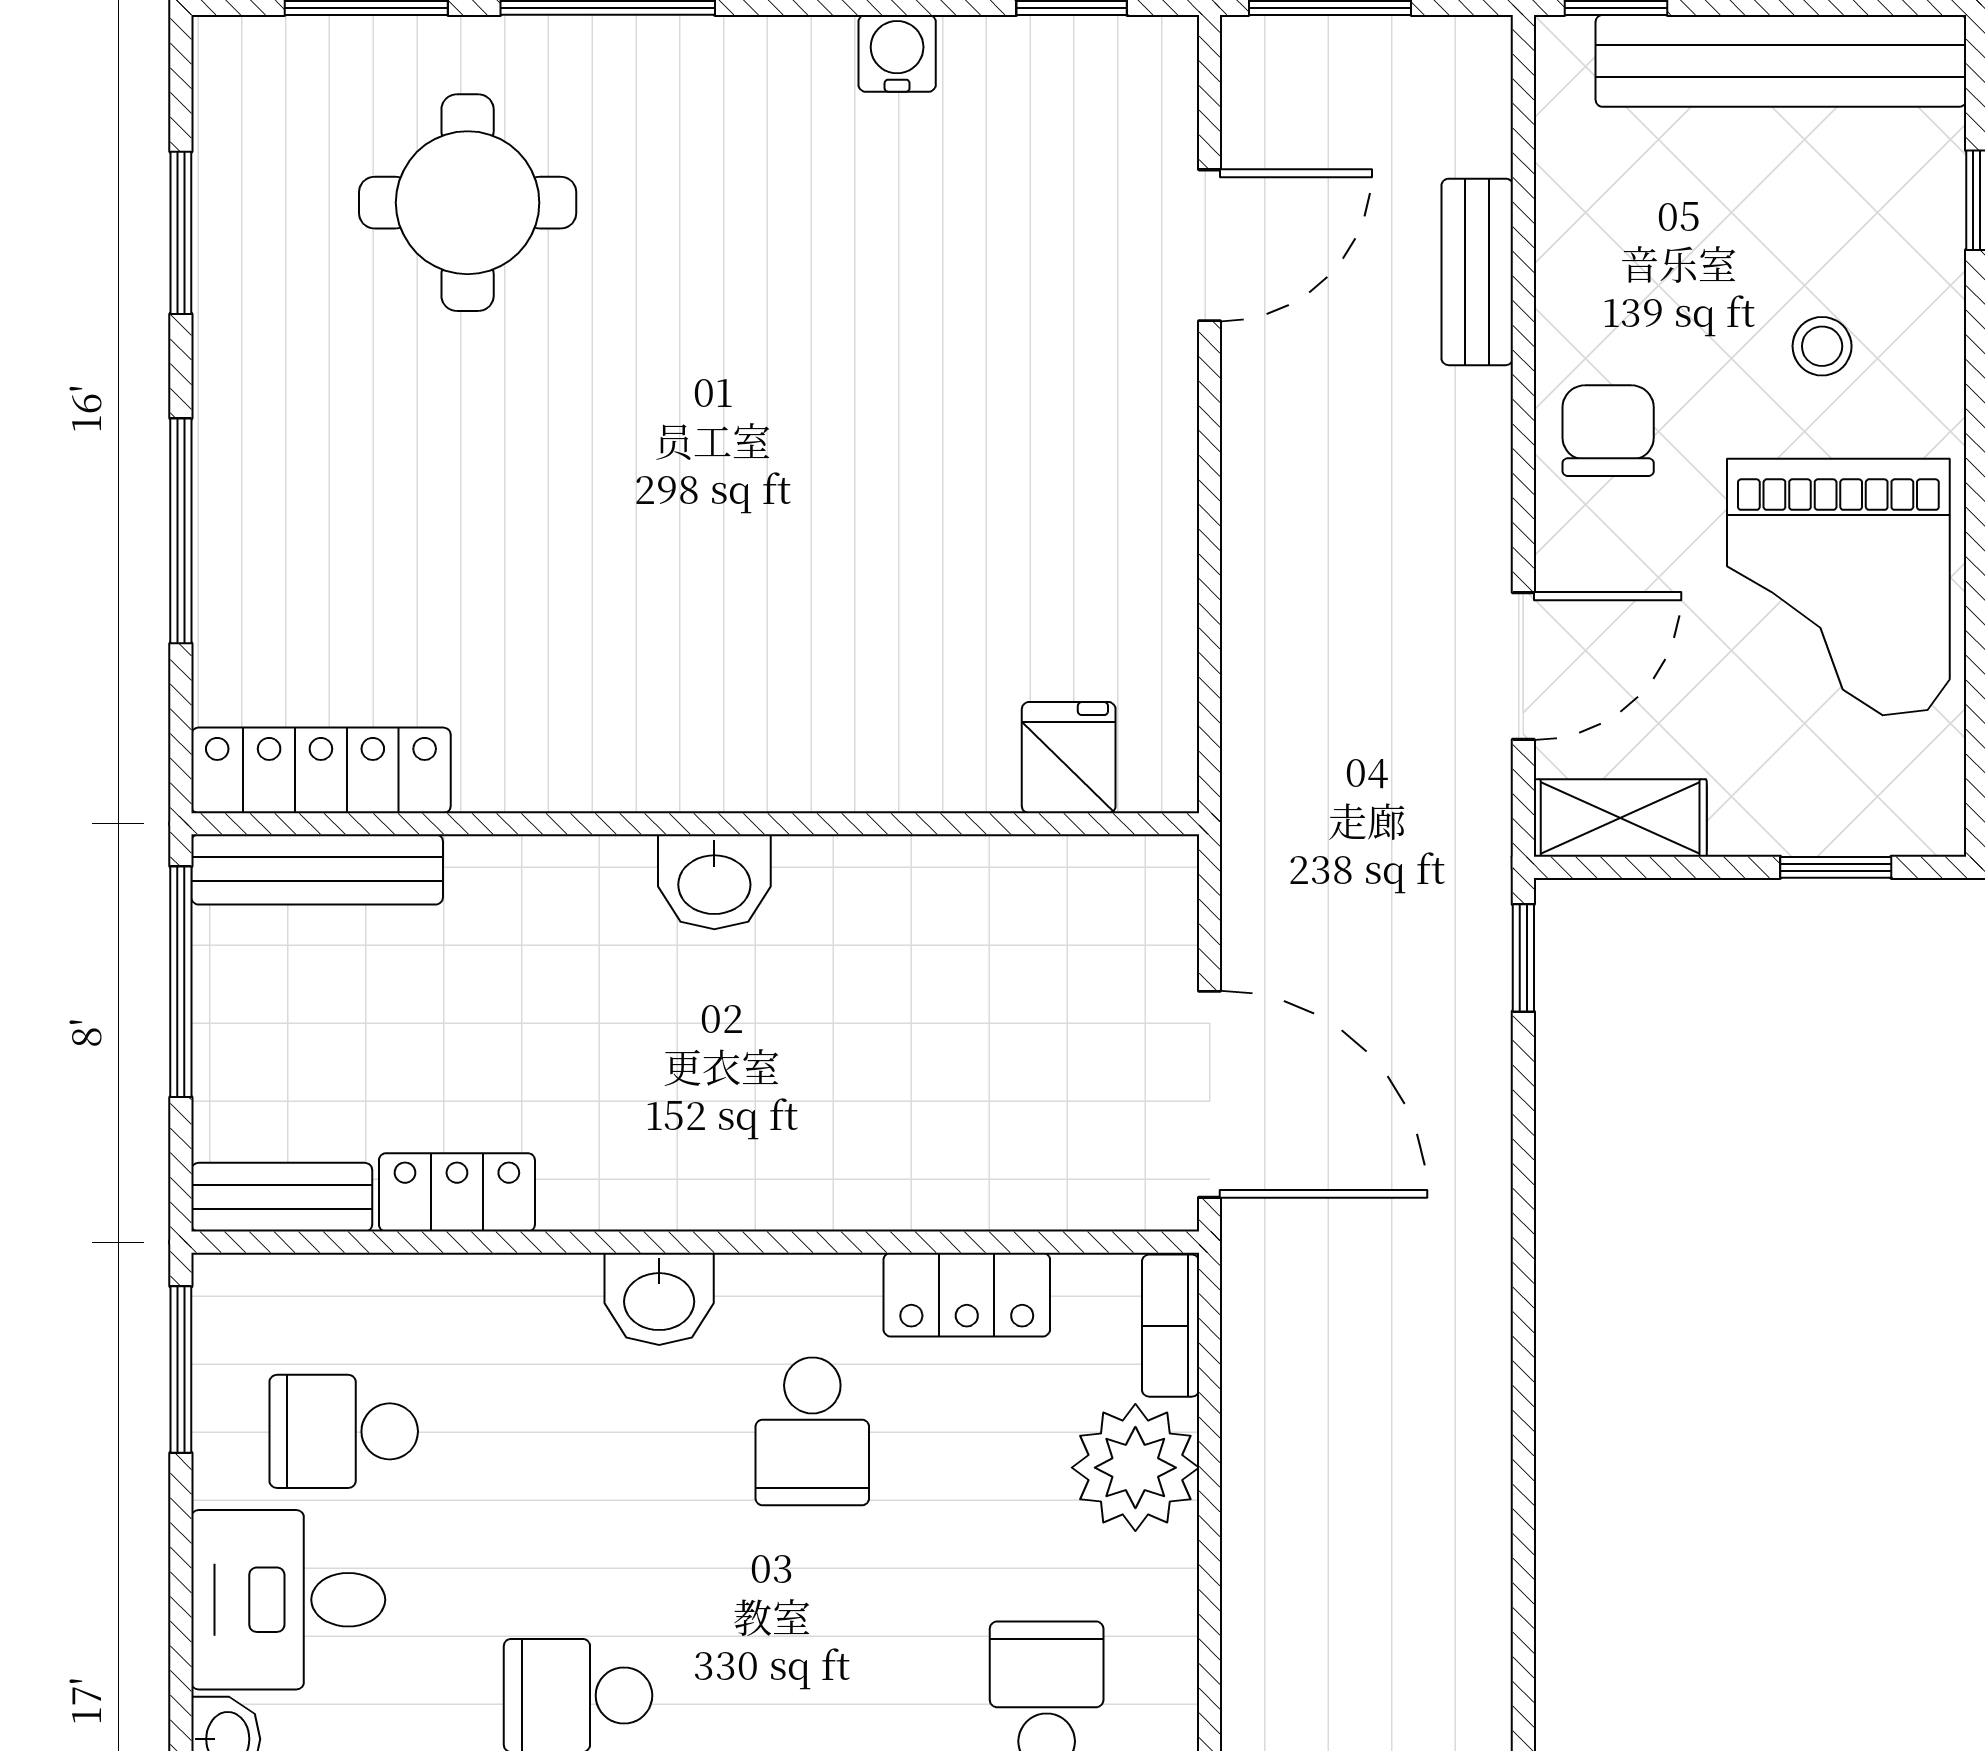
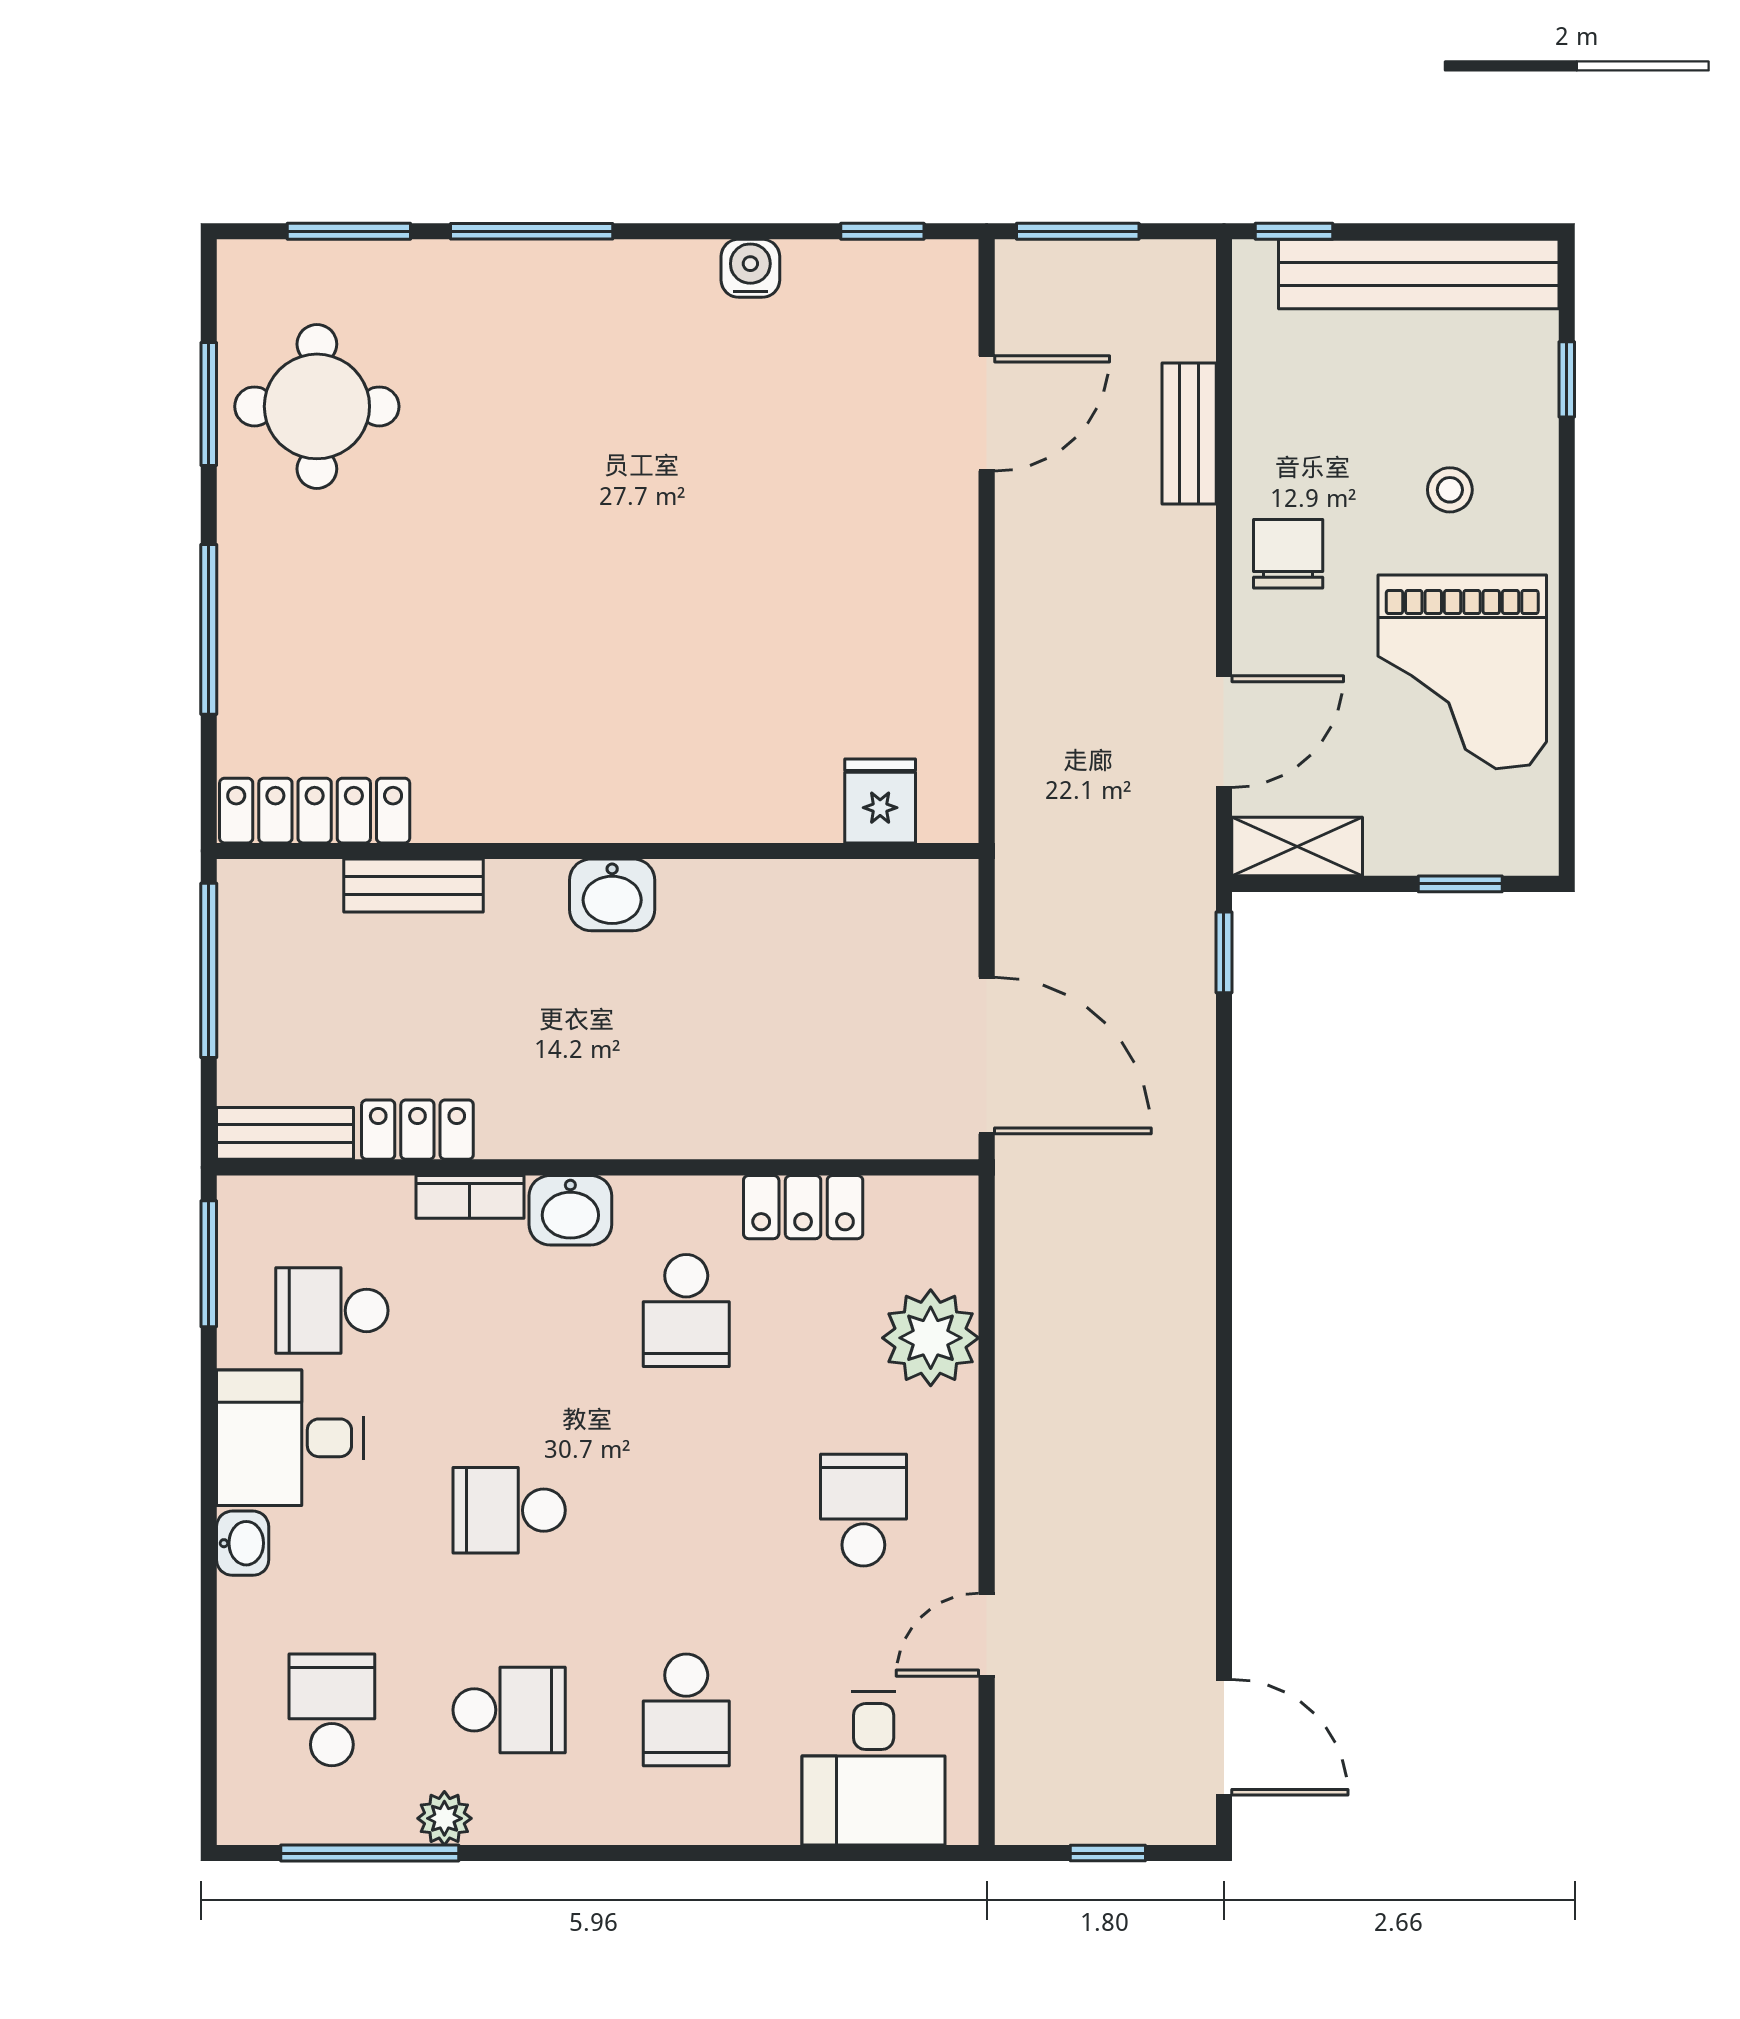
round table: (468, 203) -> (317, 406), moved
bench: (317, 869) -> (414, 885), moved, width x0.73
bookcase: (1171, 1326) -> (470, 1197), moved, turned -90

